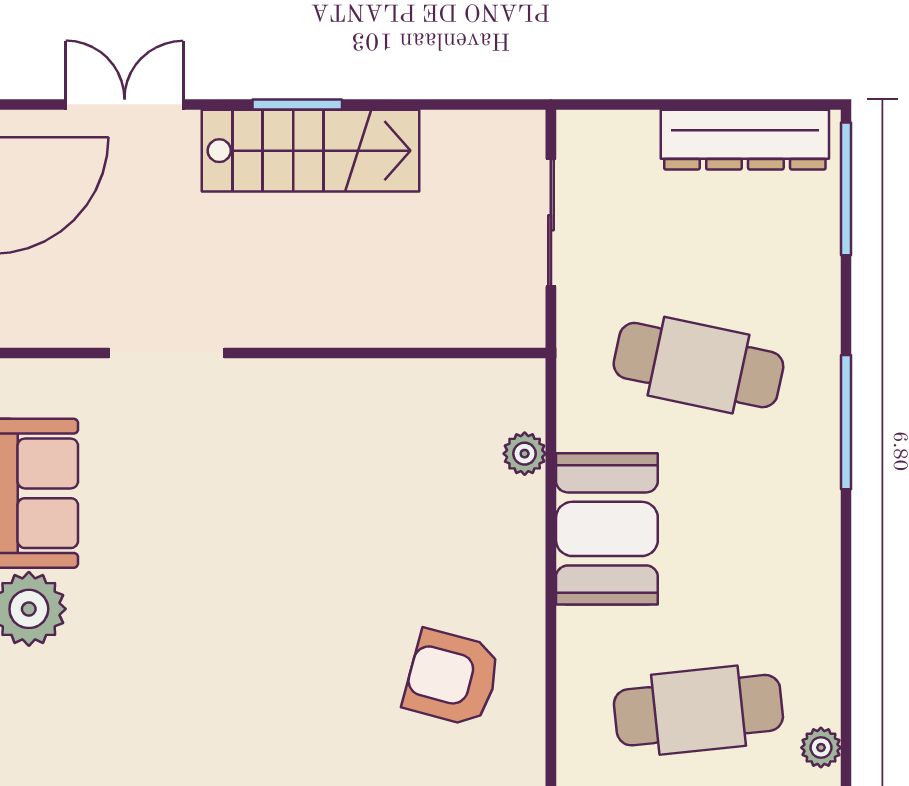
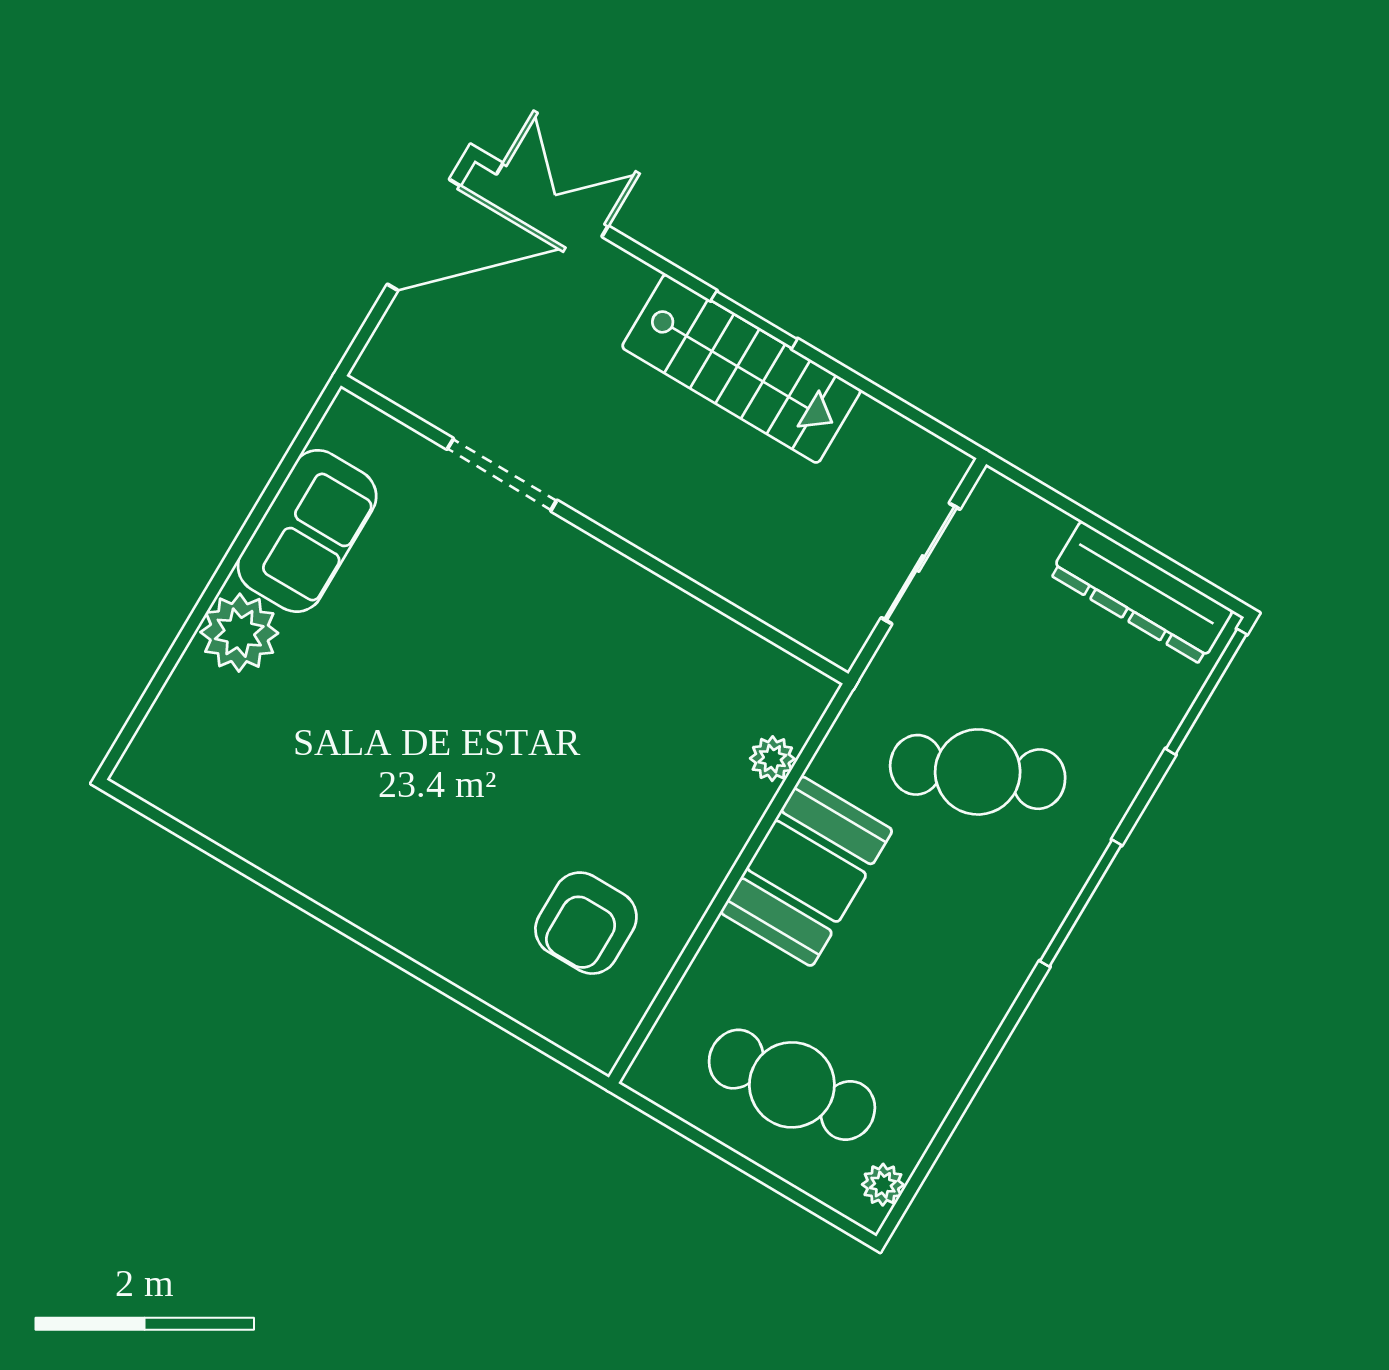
double door: (125, 104) -> (552, 200), moved
cafe table: (698, 365) -> (978, 772), turned -36
armchair: (452, 678) -> (586, 923), turned -105

